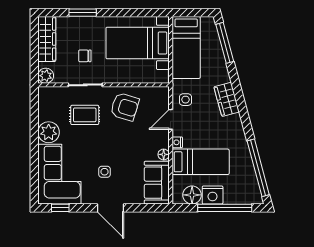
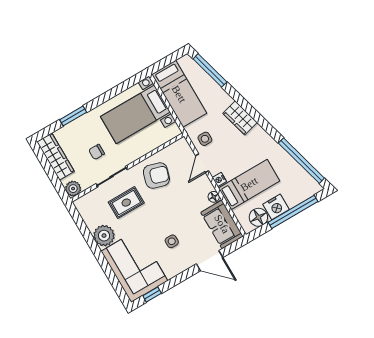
door: (110, 208) -> (210, 261), moved

